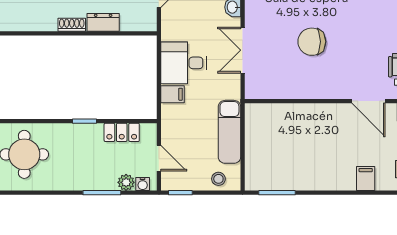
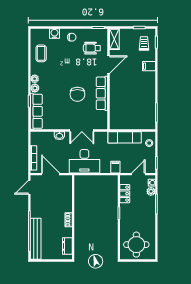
dresser: (103, 22) -> (67, 246), moved
desk: (184, 63) -> (84, 161), width x1.37
row of seats: (314, 88) -> (102, 93), added
filing cabinet: (173, 94) -> (115, 167), moved

